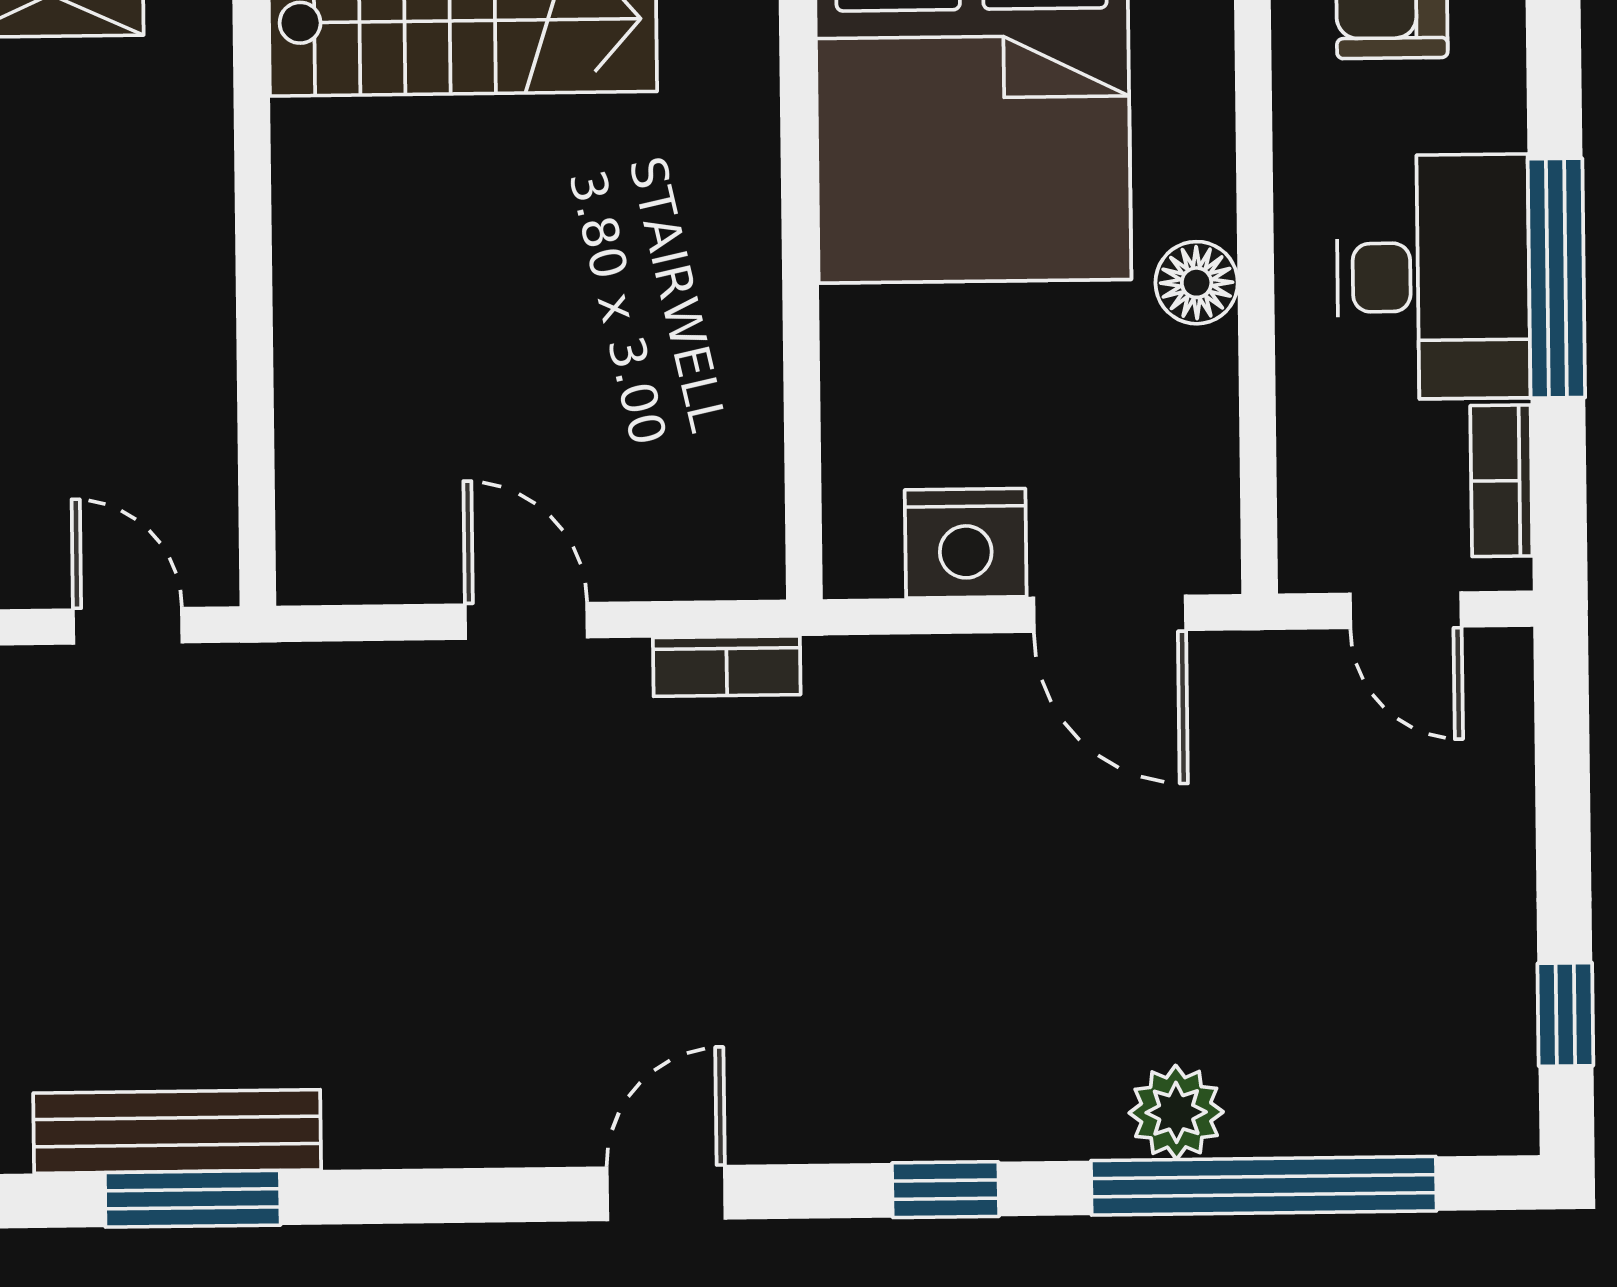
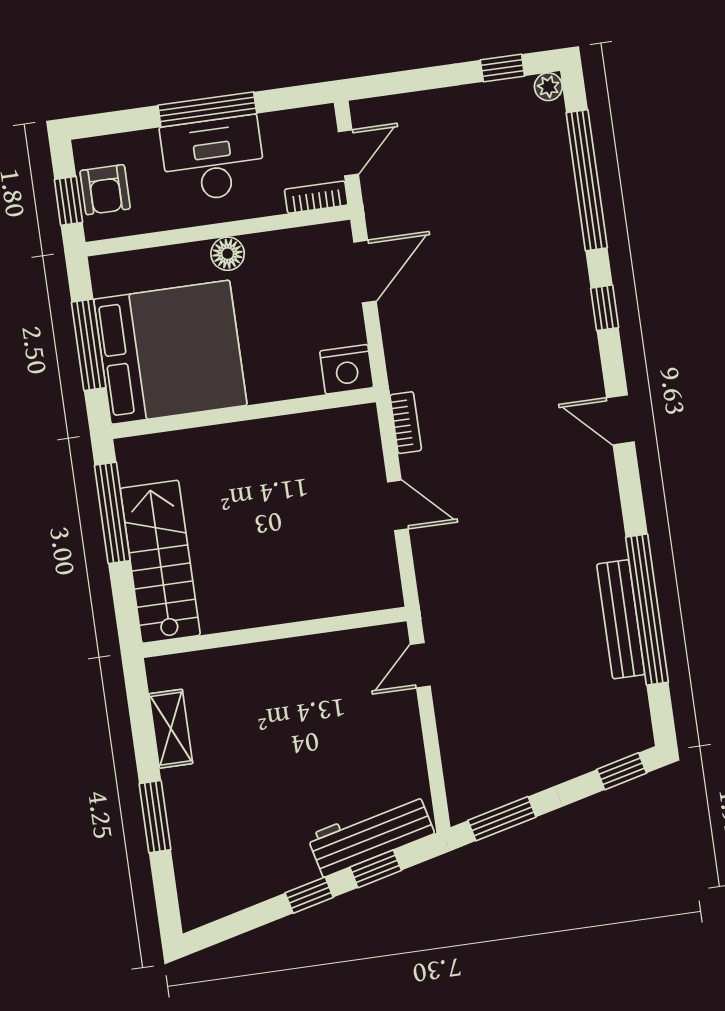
bookcase: (1501, 481) -> (316, 197), moved, turned 180
nightstand: (966, 543) -> (347, 369), moved, turned 90
door: (526, 621) -> (398, 505), swing flipped
plant: (1176, 1112) -> (548, 87), moved, width x0.73, depth x0.73
window: (193, 1199) -> (647, 610), width x2.11

